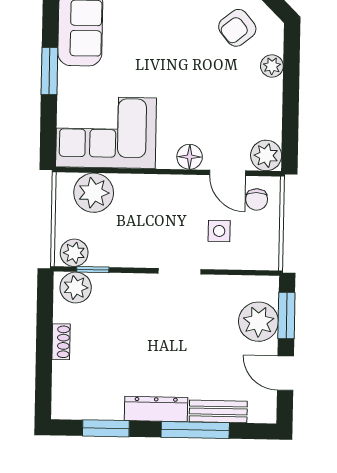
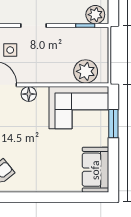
window: (49, 71) -> (113, 124), moved
plant: (74, 253) -> (97, 35), removed

